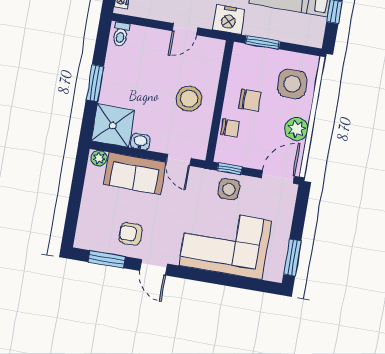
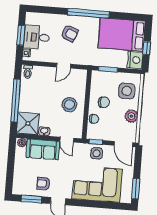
nightstand: (229, 20) -> (135, 60), moved, turned -90
window: (95, 83) -> (16, 101), width x2.11
door: (278, 177) -> (123, 144), swing flipped

